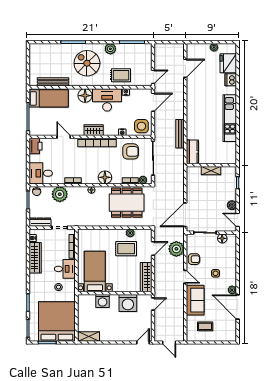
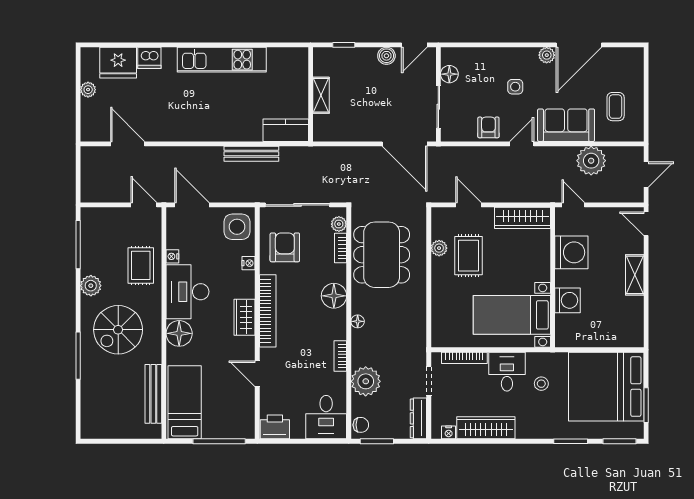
door: (64, 137) -> (257, 374), hinge flipped
plant: (176, 249) -> (591, 161), moved
shelving: (89, 336) -> (635, 275), moved

